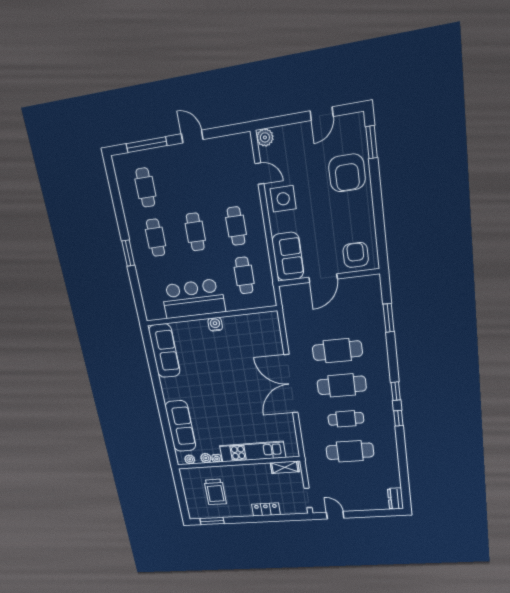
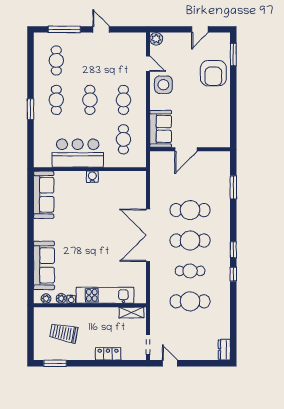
armchair: (356, 255) -> (213, 135), removed
trolley: (215, 492) -> (64, 333), turned 101

